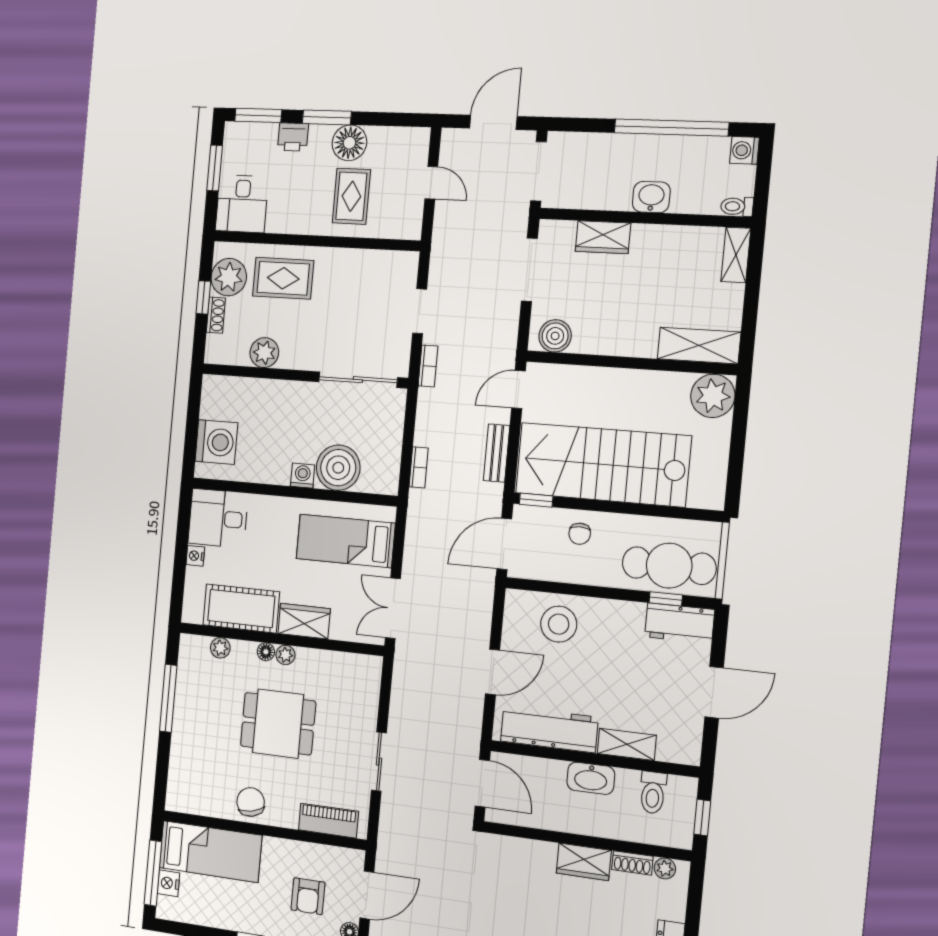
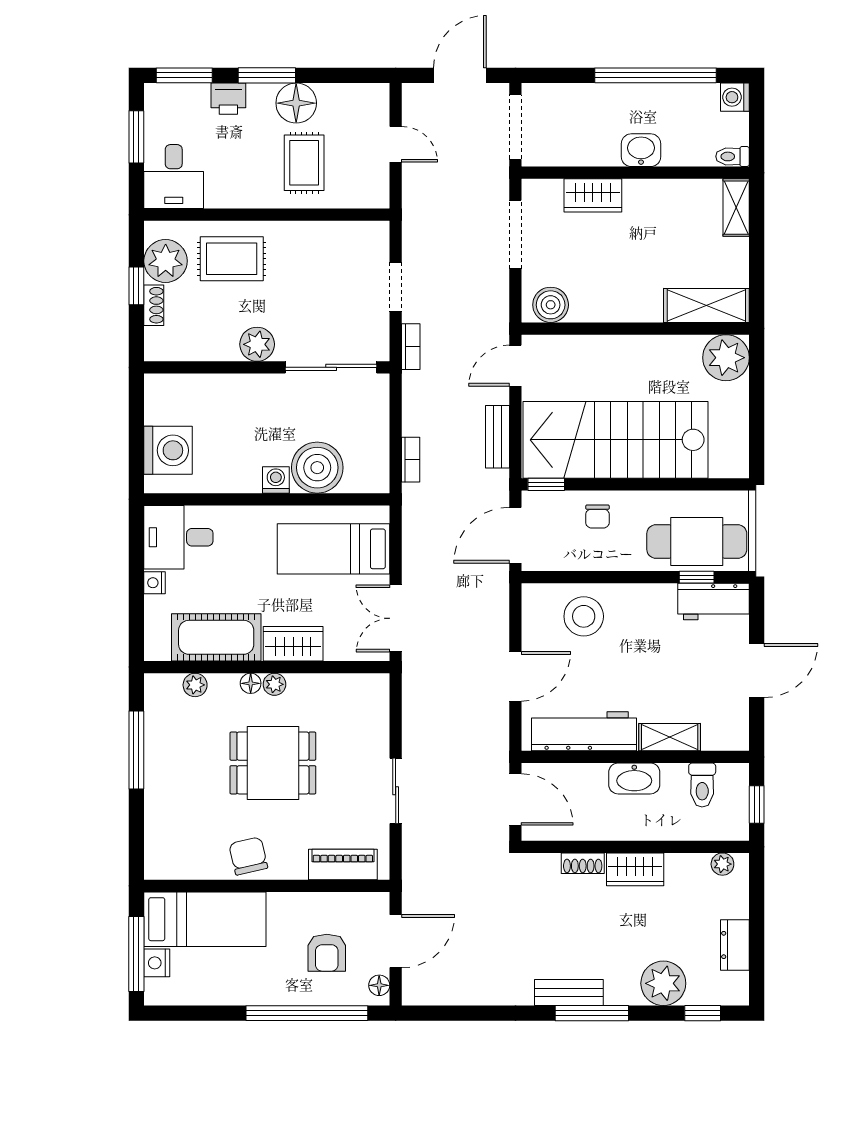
plant: (264, 353) -> (257, 344), moved
shoe rack: (632, 863) -> (583, 863), moved

